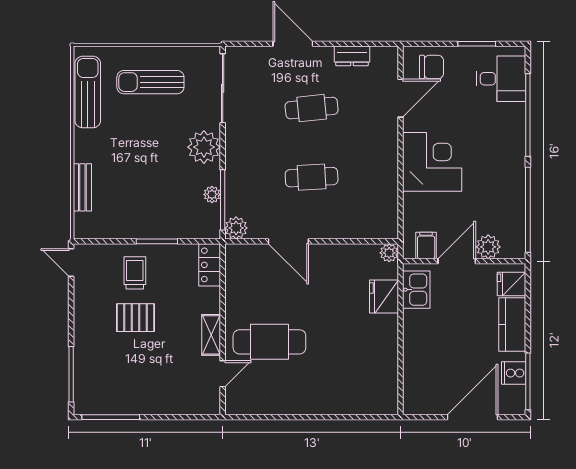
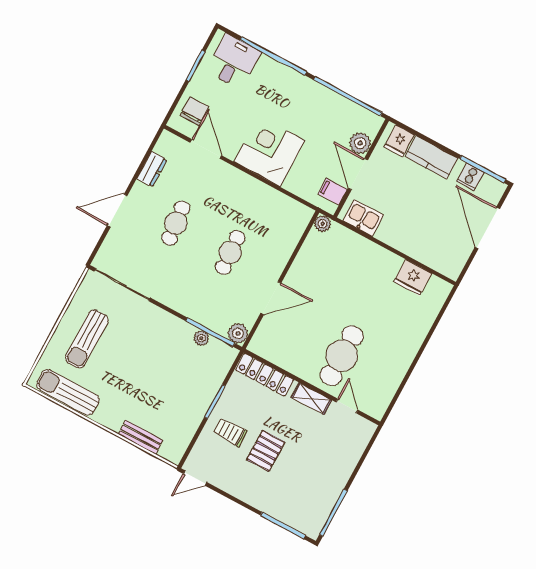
plant: (204, 147) -> (161, 324), removed
locker: (210, 265) -> (265, 375), width x1.53
fridge: (384, 297) -> (413, 277), moved

